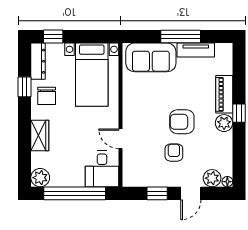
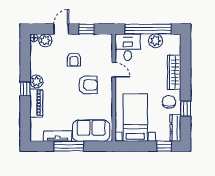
armchair: (182, 122) -> (88, 85), moved
wardrobe: (40, 136) -> (174, 72), width x1.50
plant: (40, 178) -> (156, 41), moved

